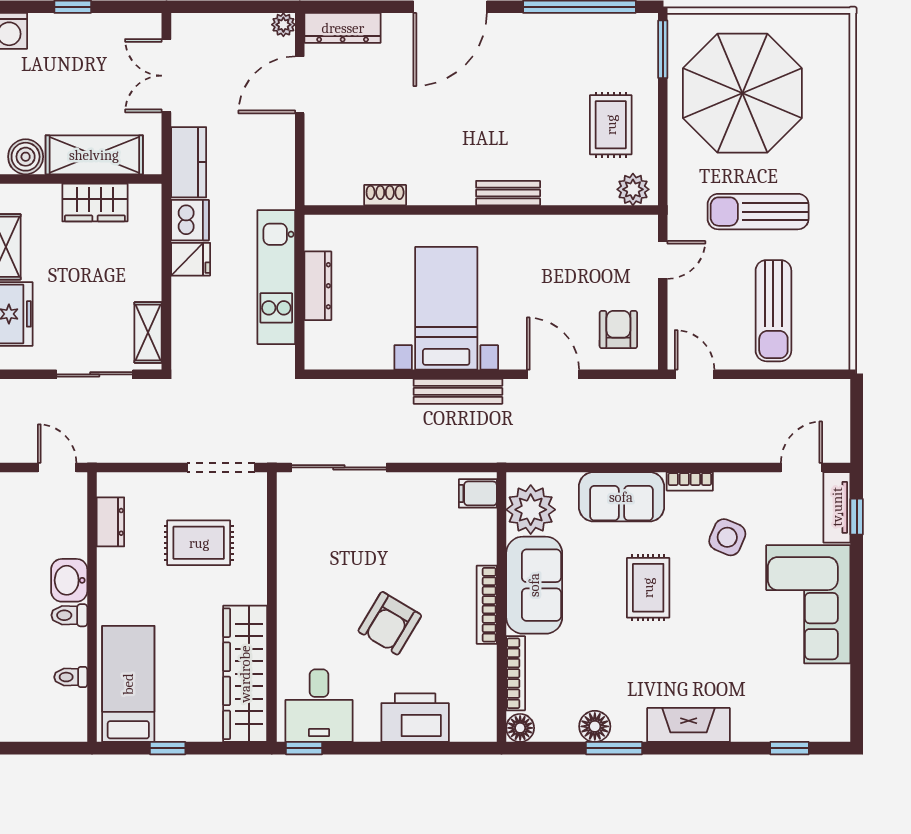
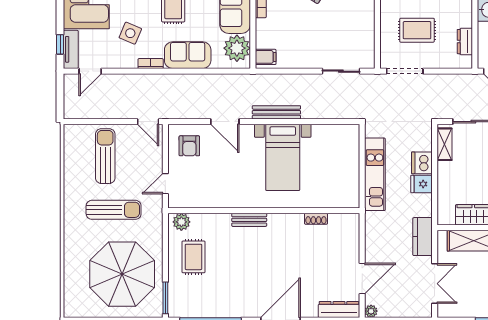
dishwasher: (190, 220) -> (422, 163), moved
dresser: (318, 286) -> (352, 170), removed
sliding door: (339, 467) -> (341, 71), width x0.73

